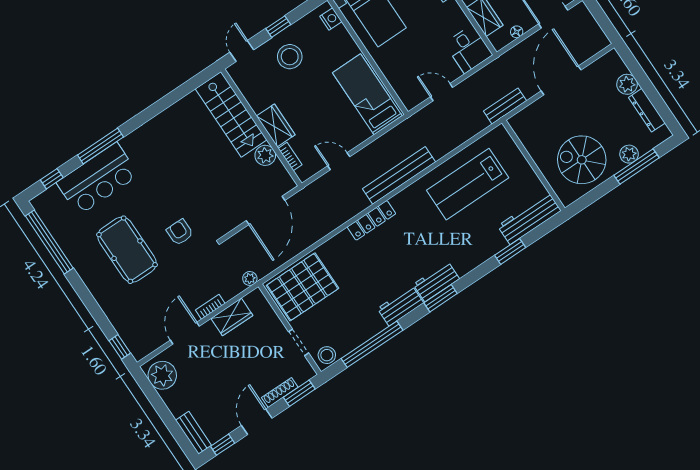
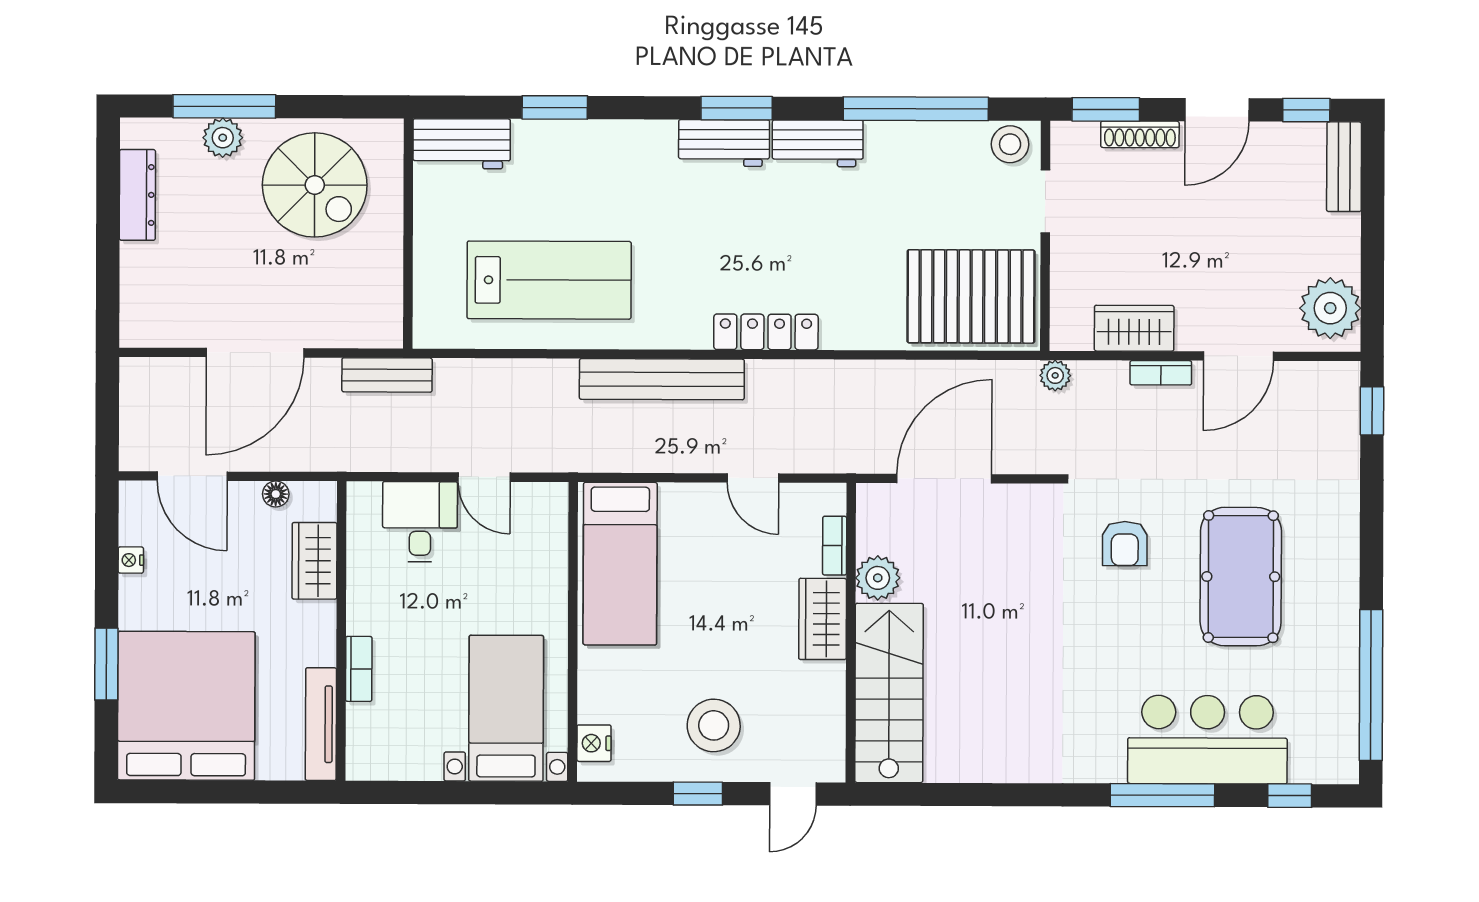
desk: (469, 49) -> (420, 522), moved
plant: (627, 84) -> (141, 266), removed
workbench: (529, 218) -> (462, 144), width x0.73

